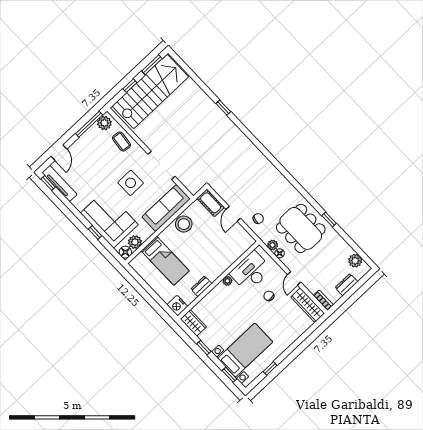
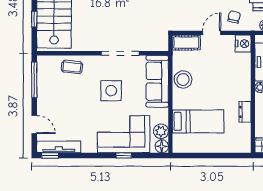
plant: (104, 123) -> (45, 67), removed
door: (233, 214) -> (212, 33), swing flipped
nightstand: (177, 306) -> (243, 44), moved, turned -90

